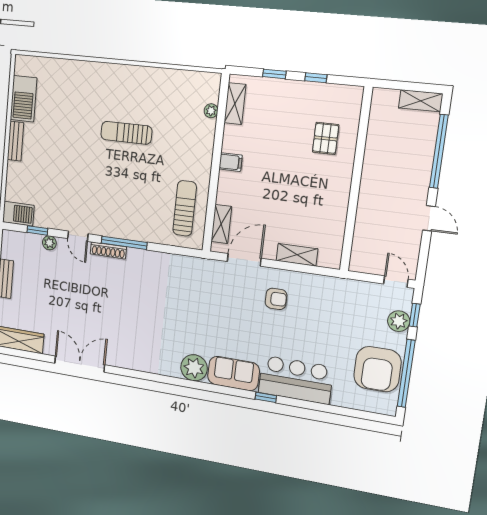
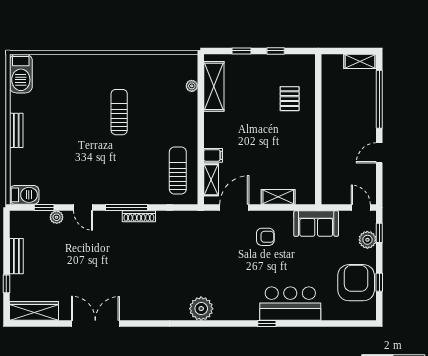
barbecue: (23, 99) -> (21, 74), moved
shelving: (235, 104) -> (214, 86), width x1.50, depth x1.33
sun lounger: (126, 133) -> (119, 112), turned 90
filing cabinet: (231, 162) -> (213, 155), moved
door: (429, 218) -> (379, 153), swing flipped
shoe rack: (108, 250) -> (139, 216), moved
armchair: (377, 369) -> (356, 283), turned 180
window: (406, 373) -> (379, 282), width x0.32
sofa: (233, 374) -> (316, 224), moved, turned 180

